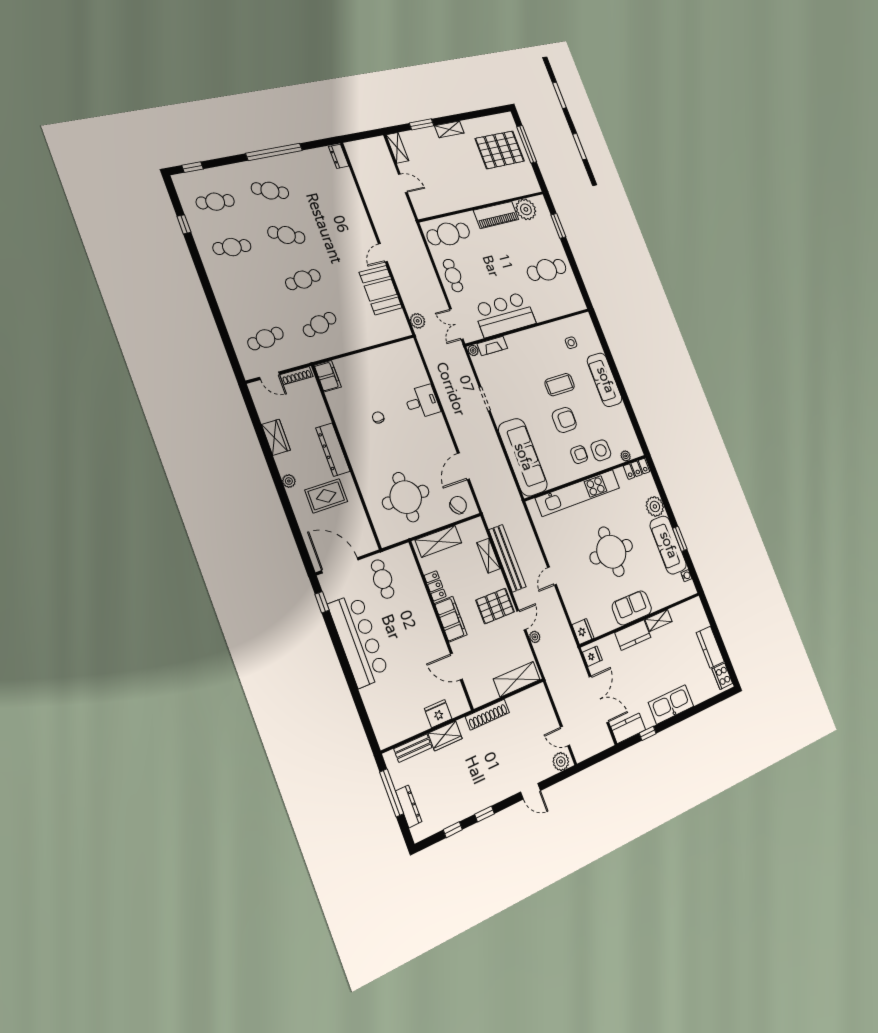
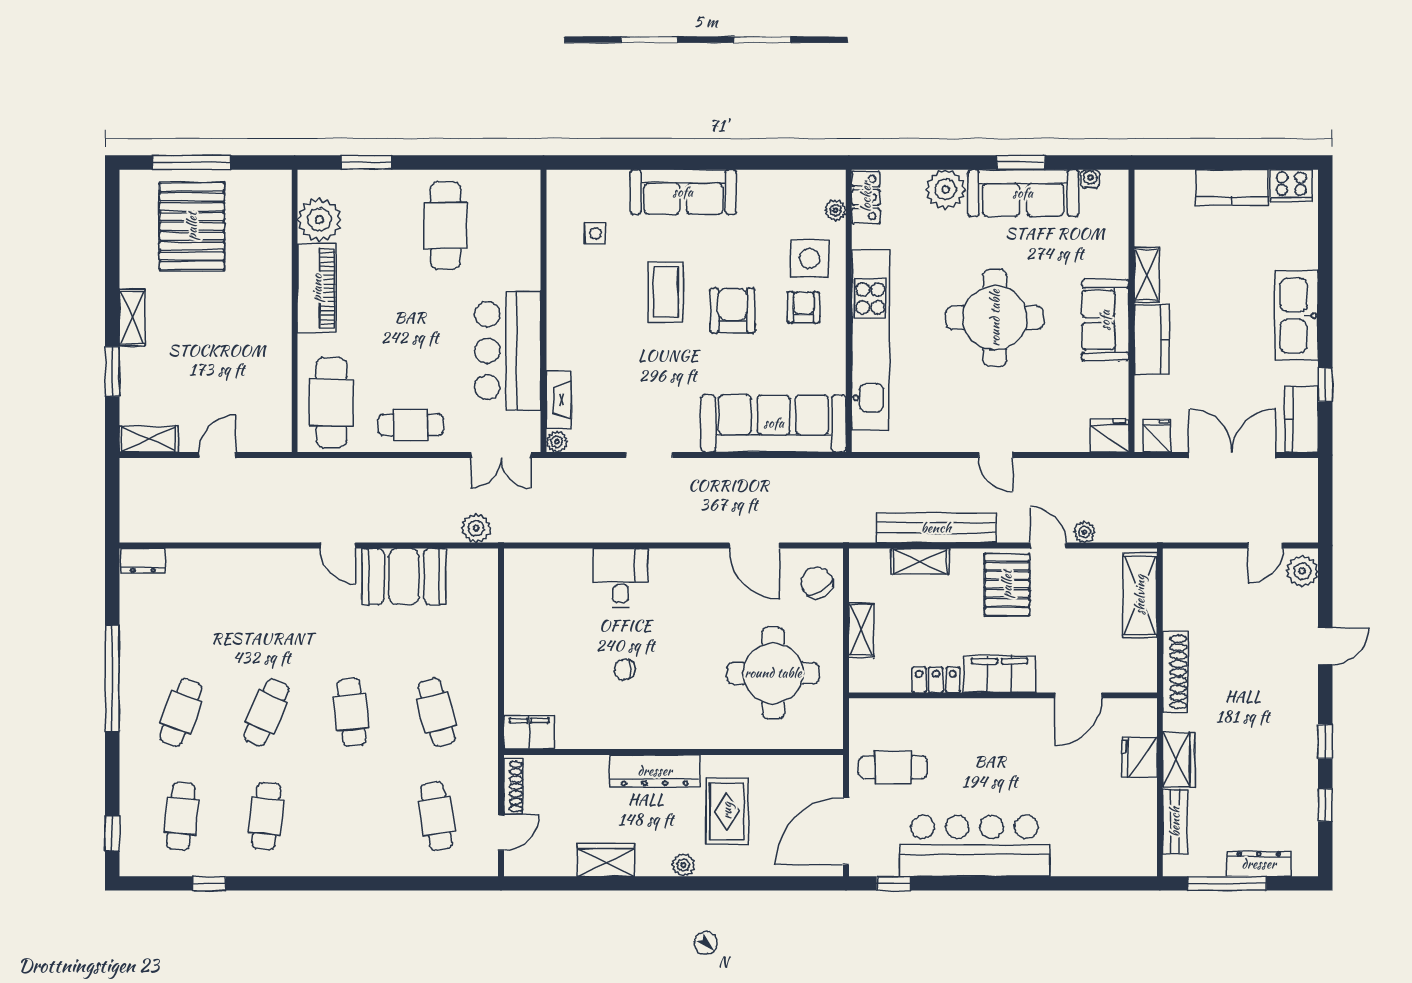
shelving: (438, 541) -> (861, 630), width x0.67, depth x0.75

